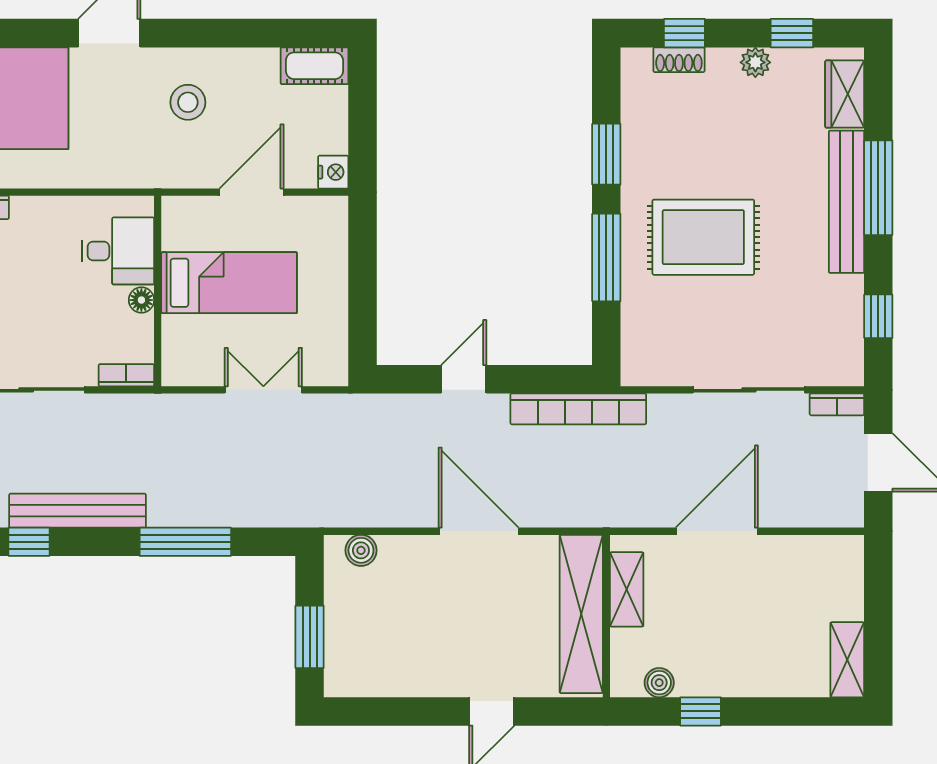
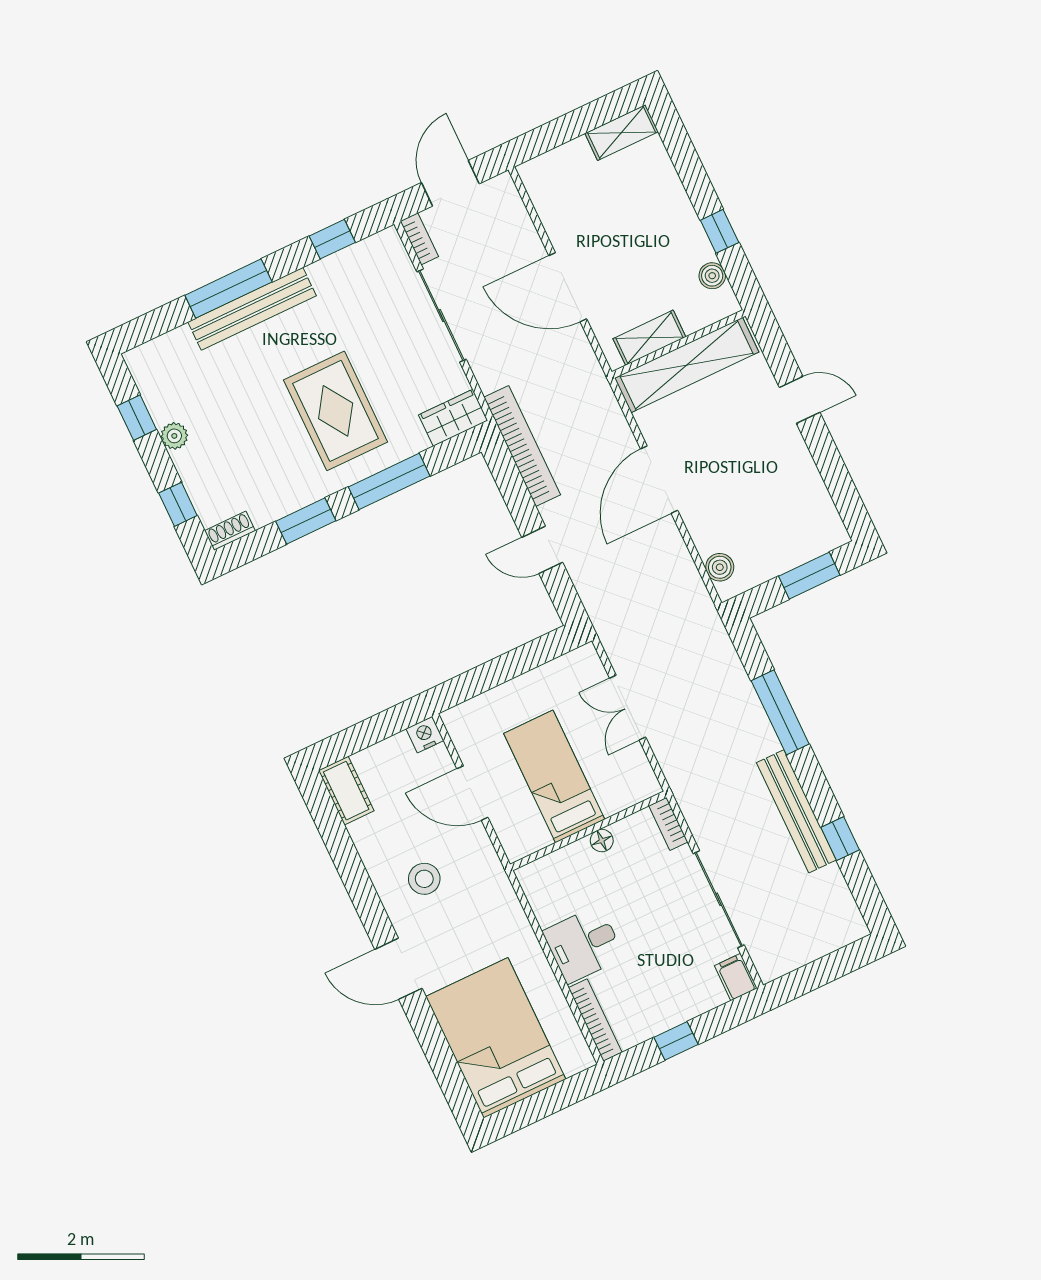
shoe rack: (679, 60) -> (230, 531), moved, turned -90
wardrobe: (845, 94) -> (453, 418), moved, turned 180
desk: (118, 251) -> (583, 944), moved, turned -90

